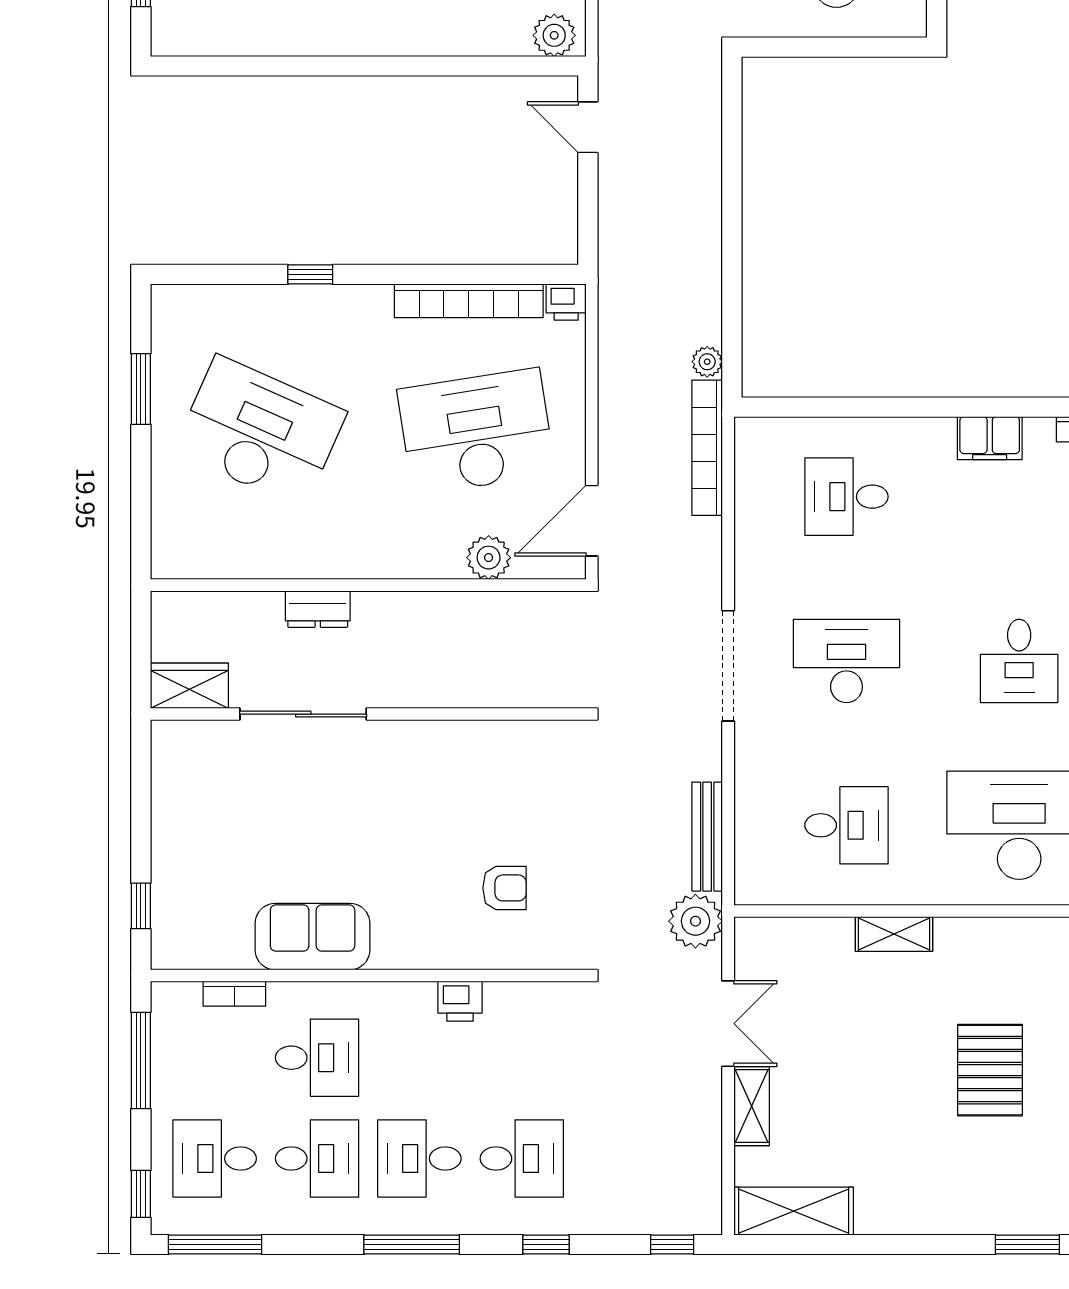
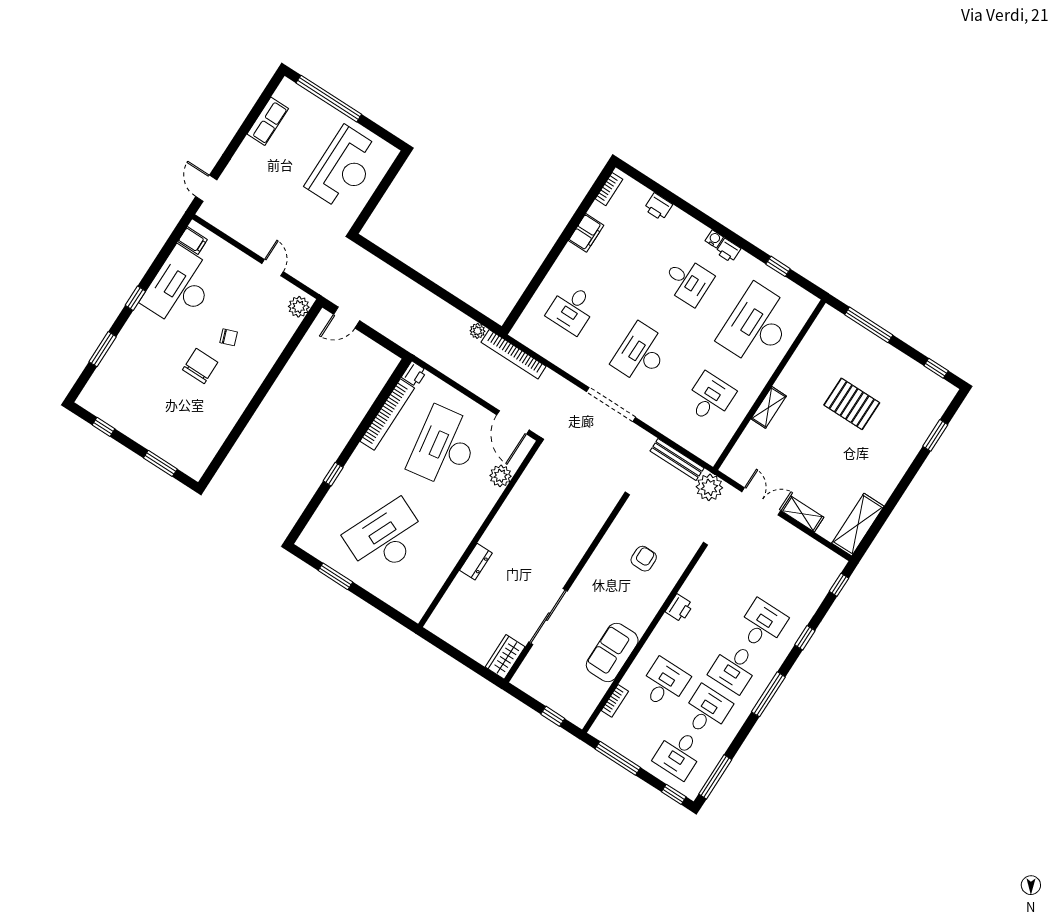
wardrobe: (189, 686) -> (505, 657), moved
sliding door: (303, 714) -> (548, 617), moved
wall: (368, 714) -> (566, 589), moved

